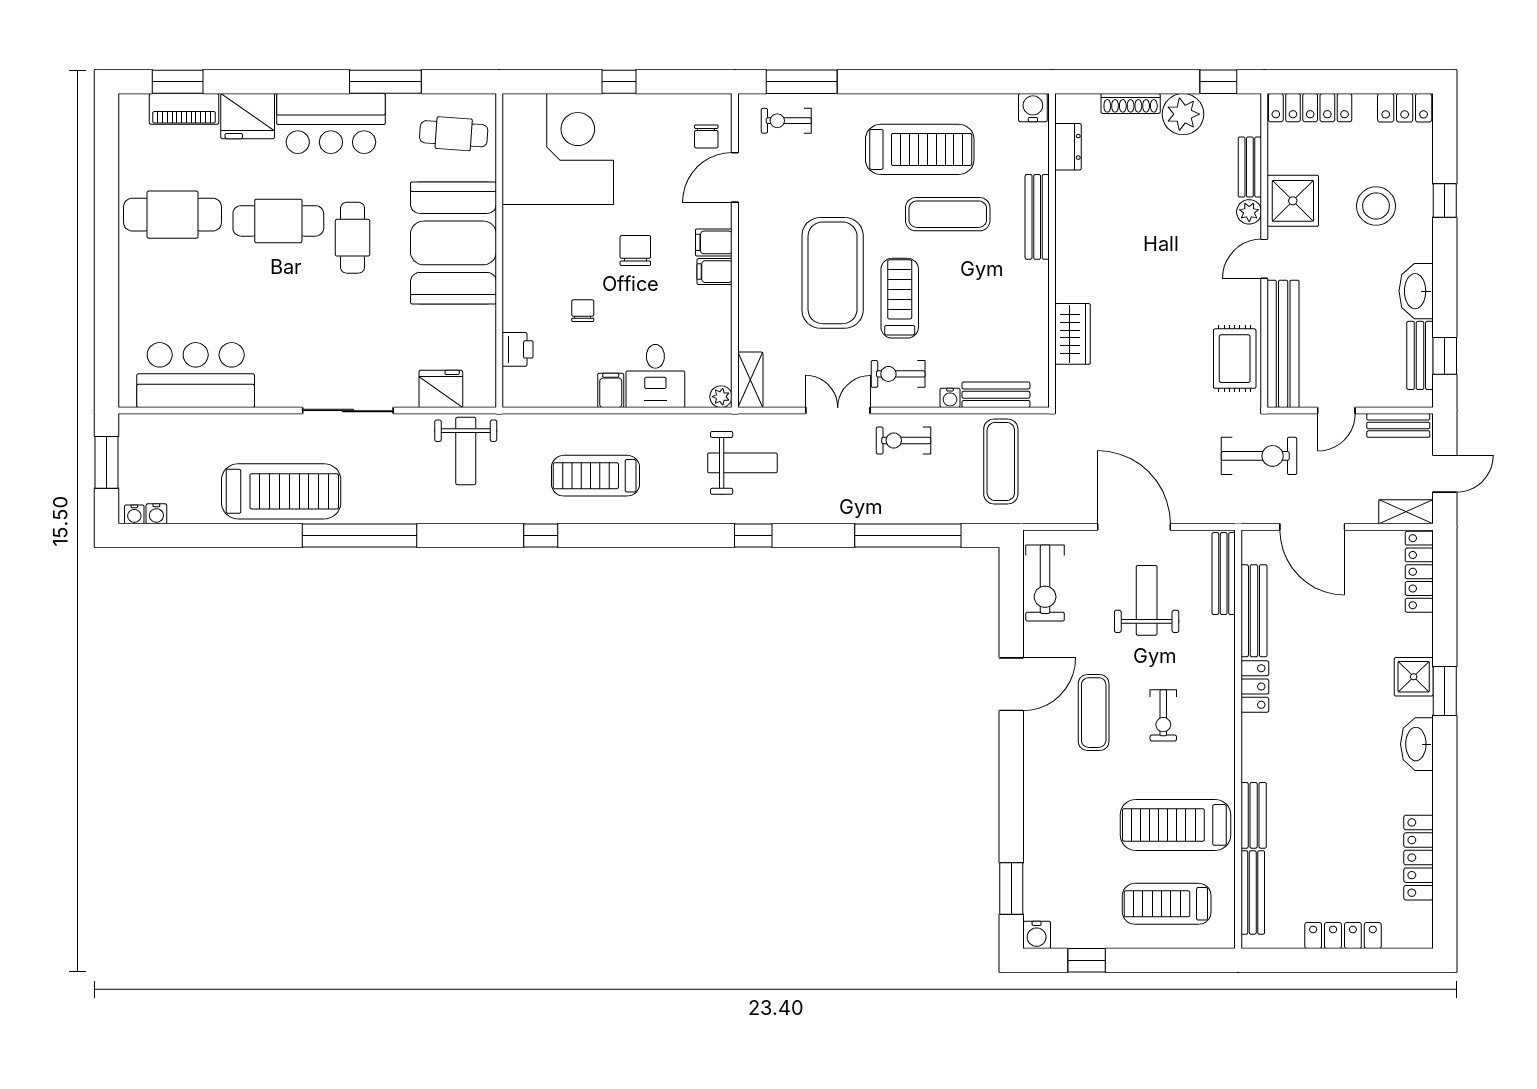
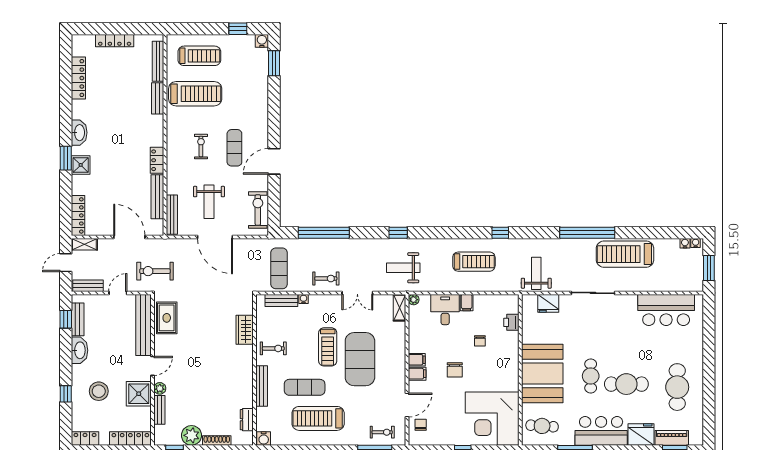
cafe table: (172, 215) -> (677, 387), turned 90
exercise bike: (898, 374) -> (273, 348), moved

